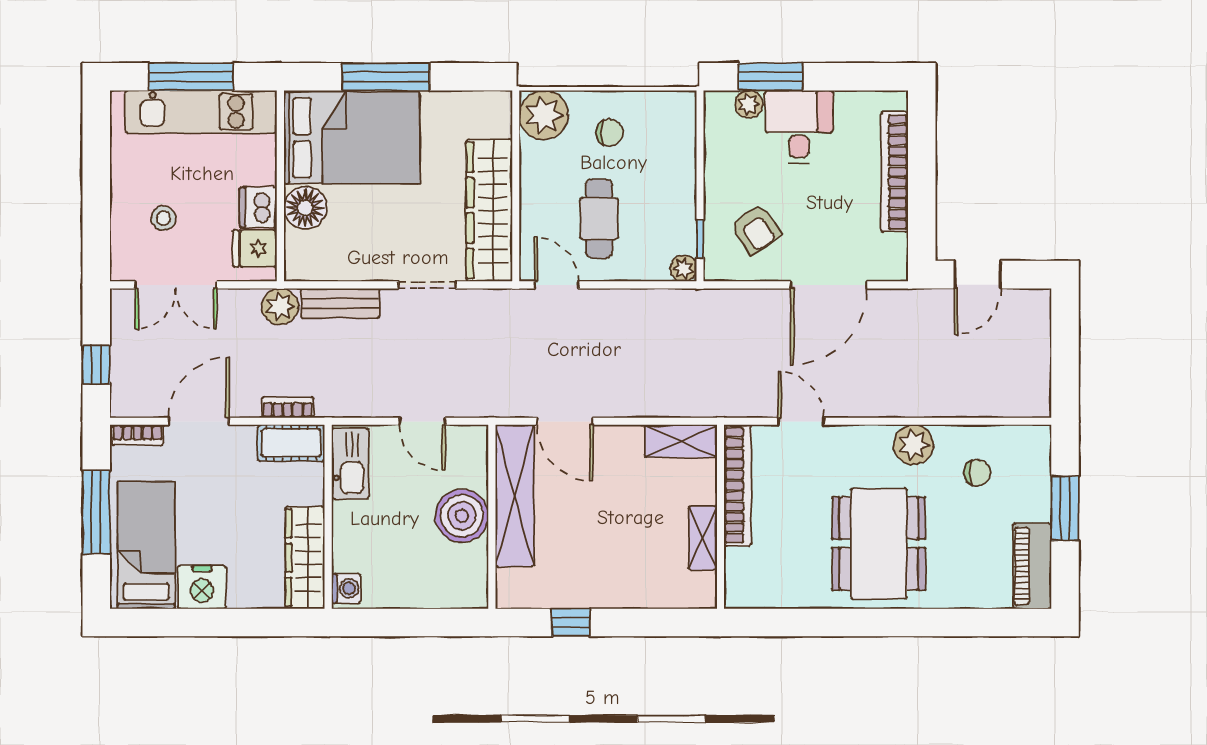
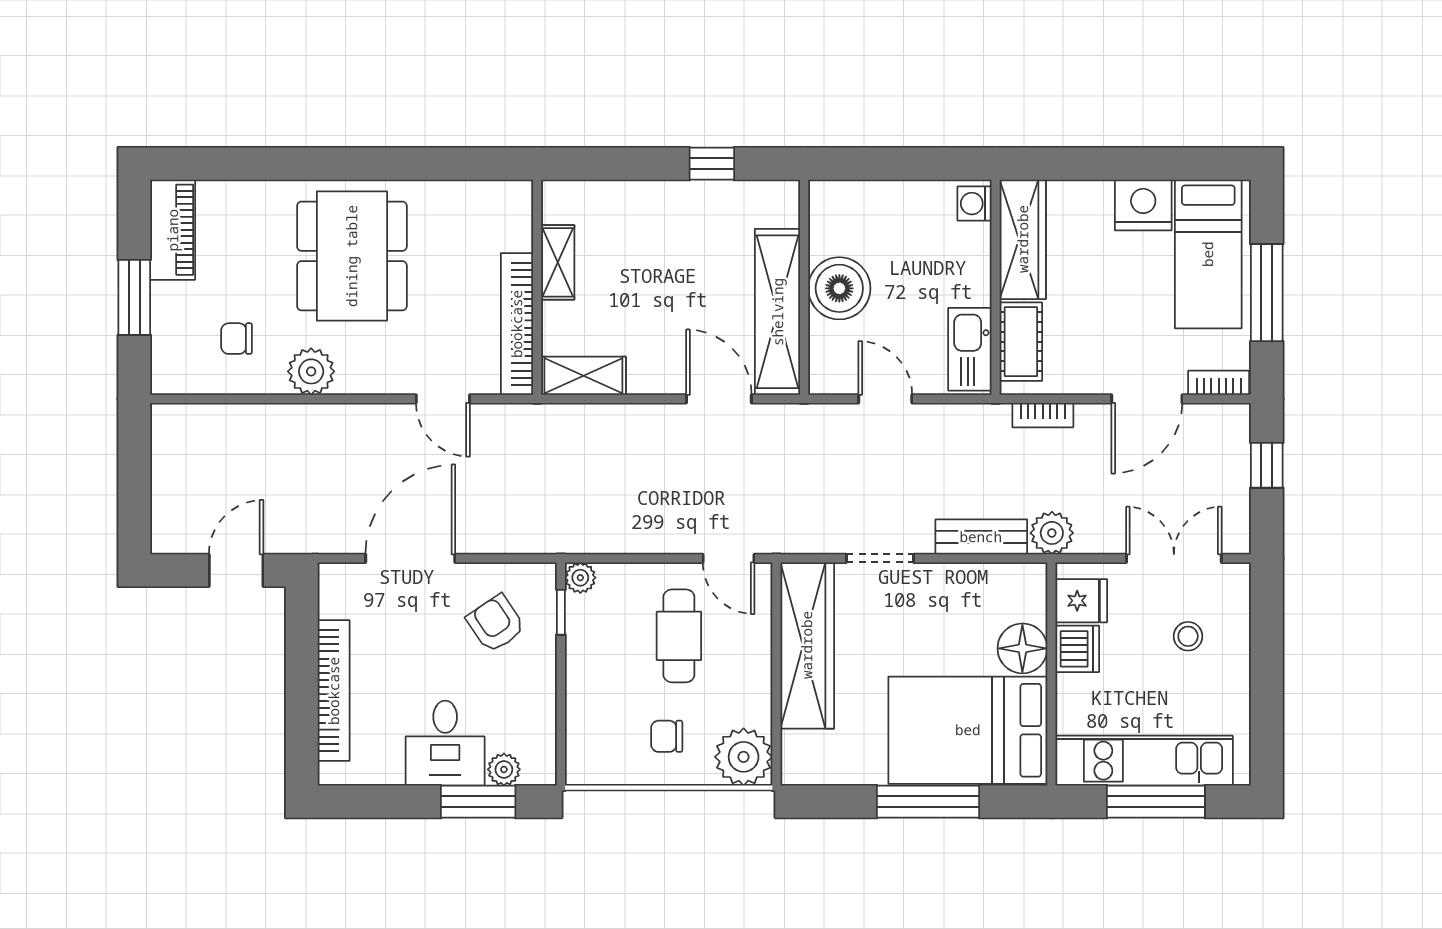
cot: (291, 443) -> (1021, 342), moved, turned 90

